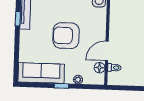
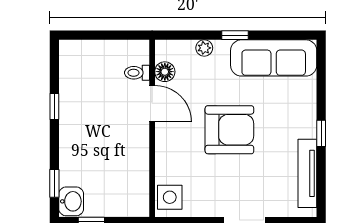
window: (18, 19) -> (321, 133), moved
door: (107, 51) -> (152, 104), hinge flipped

